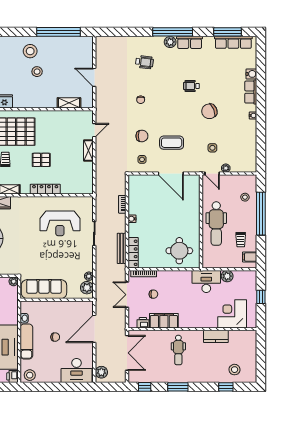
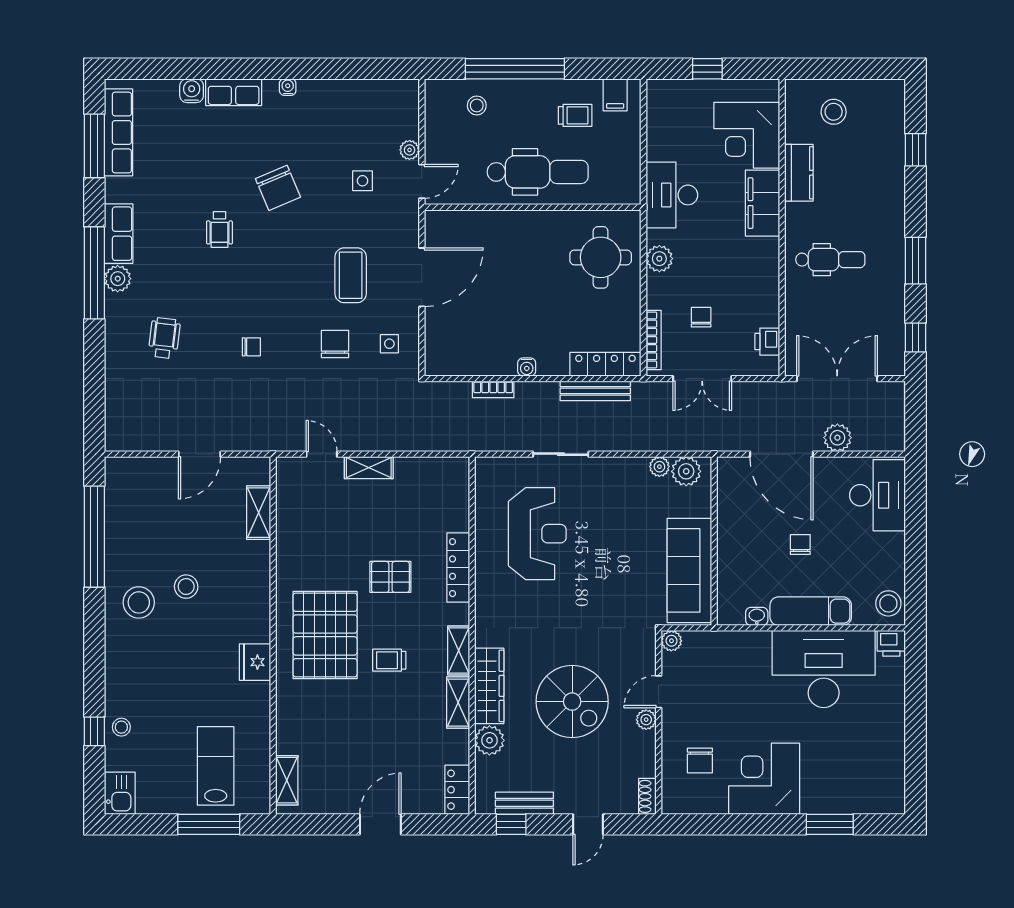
pallet: (41, 160) -> (390, 577), turned 90
plant: (227, 276) -> (659, 259), moved
filing cabinet: (164, 321) -> (762, 203), moved
stool: (235, 370) -> (834, 112), moved
plant: (101, 372) -> (837, 438), moved

